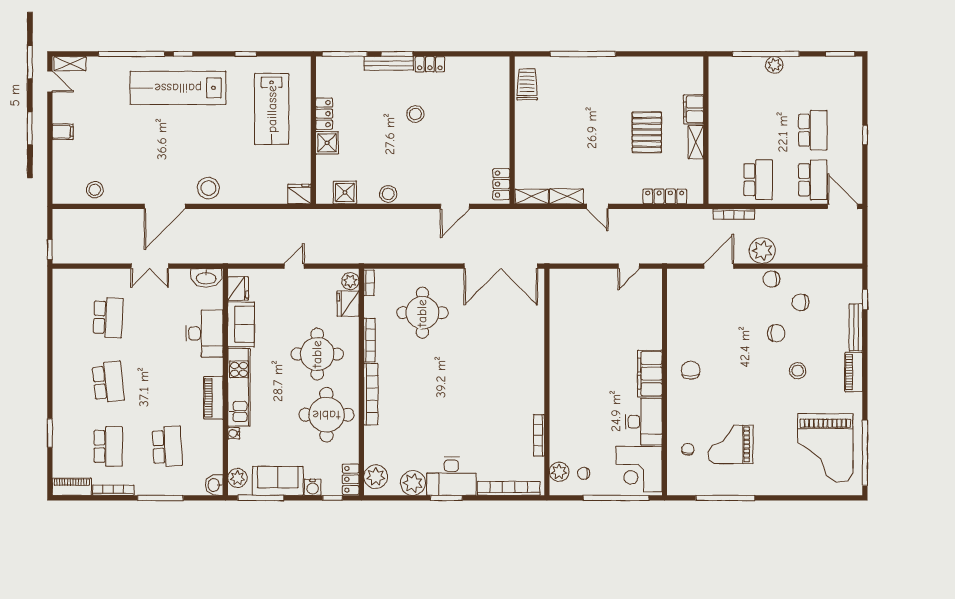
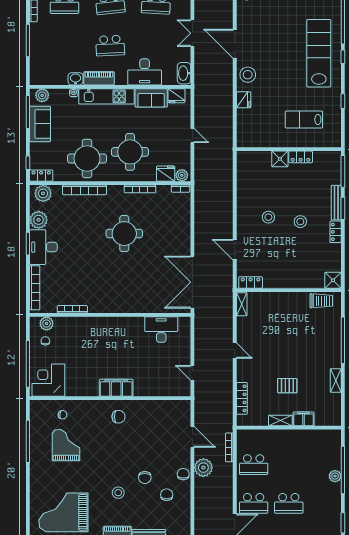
lab bench: (272, 109) -> (304, 120), width x0.73, depth x0.72
pallet: (647, 132) -> (287, 386), width x0.67, depth x0.71
shower: (345, 192) -> (333, 280), moved
fridge: (299, 194) -> (244, 100), moved
stool: (388, 194) -> (268, 217), moved
shelving: (566, 196) -> (336, 380), moved
door: (597, 206) -> (235, 351), swing flipped
round table: (422, 313) -> (124, 234), moved
bookcase: (371, 394) -> (84, 190), moved
desk: (644, 422) -> (161, 330), moved, turned 180
school desk: (167, 446) -> (110, 46), moved
washbasin: (214, 485) -> (75, 79), moved
water cooler: (313, 487) -> (36, 149), removed

